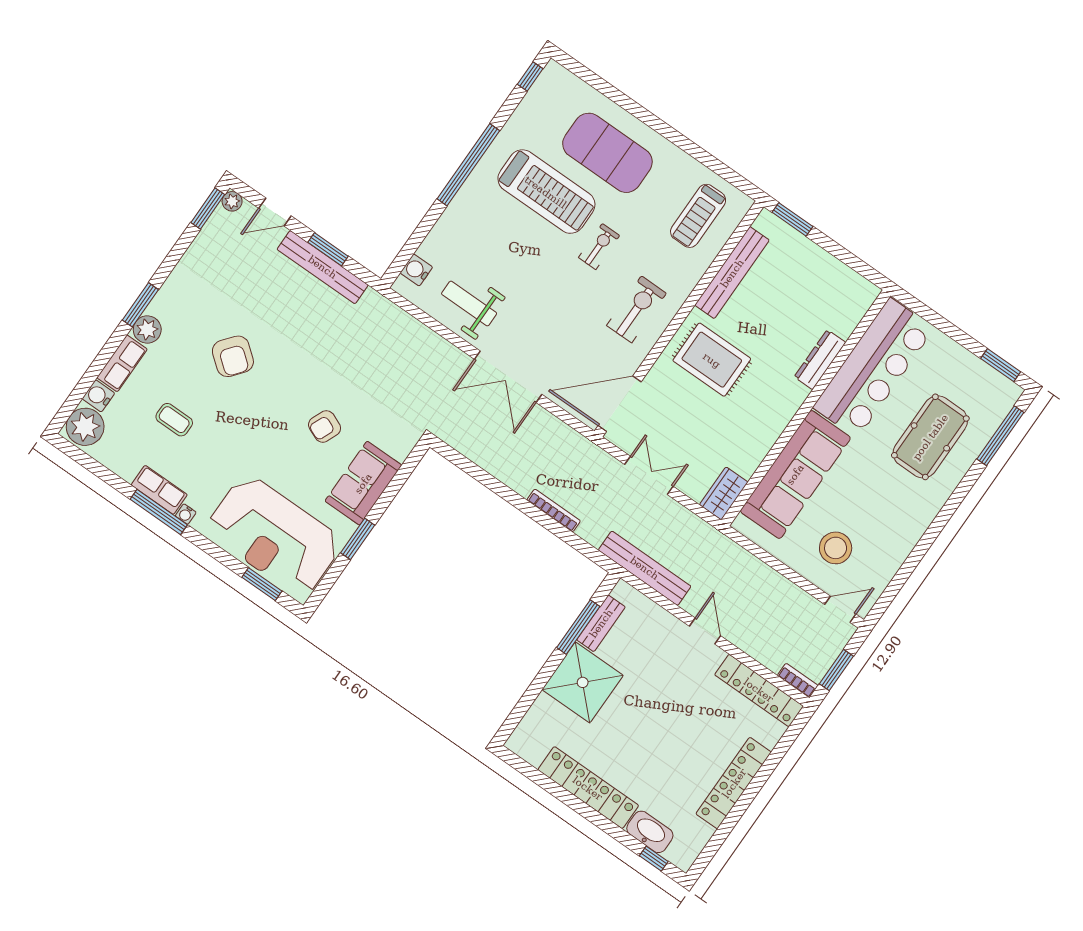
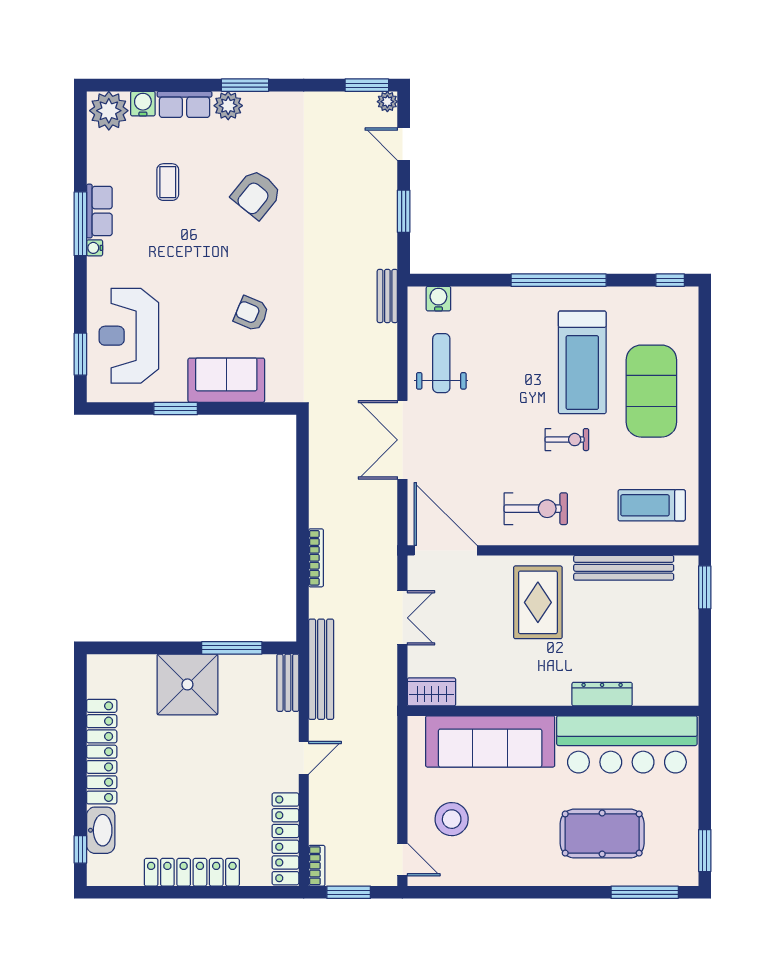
bench: (323, 267) -> (387, 296), moved, width x0.54, depth x0.82
reception desk: (274, 536) -> (129, 336), width x0.74, depth x0.77
bench: (601, 623) -> (288, 683), moved, turned 90

